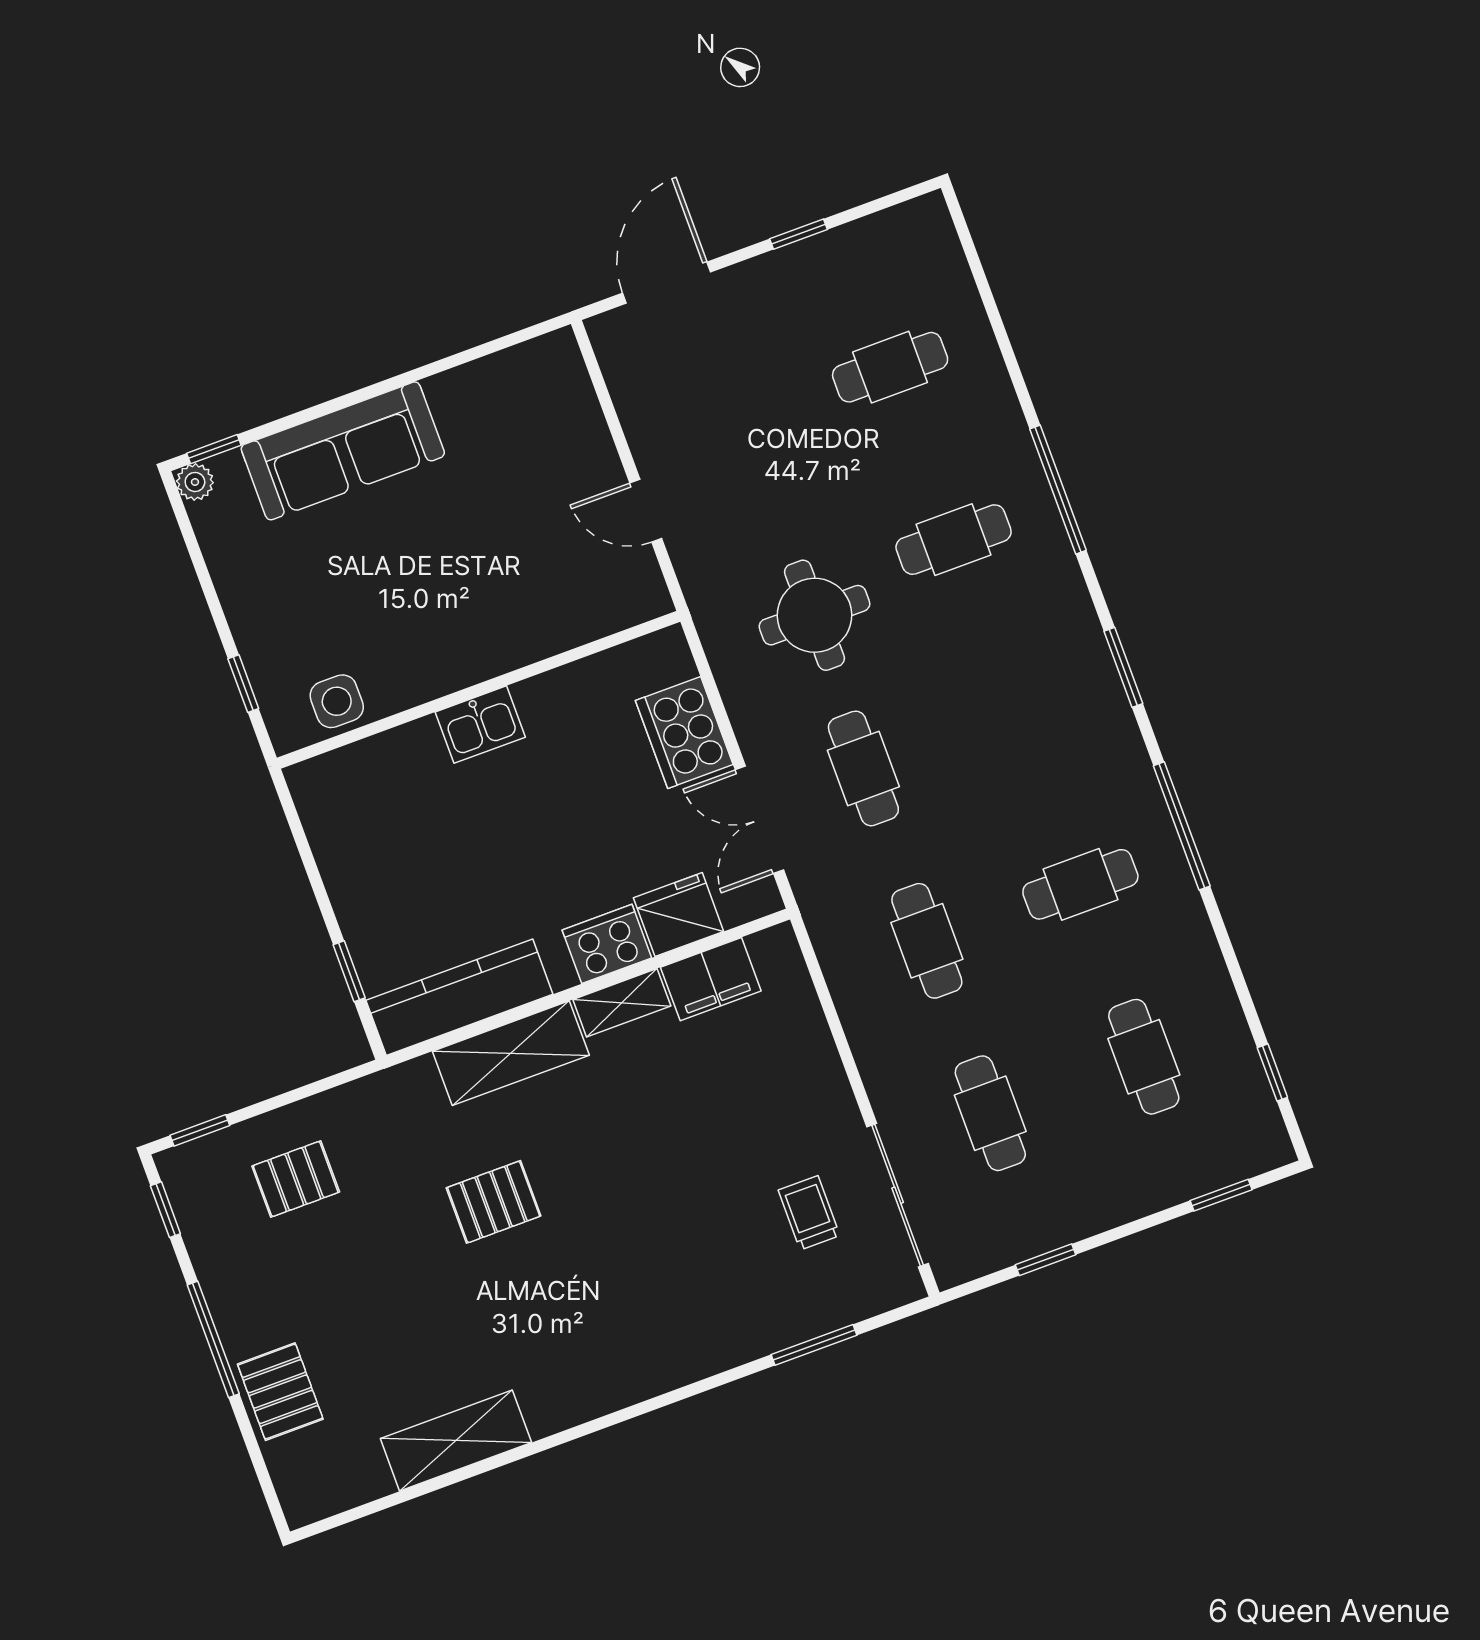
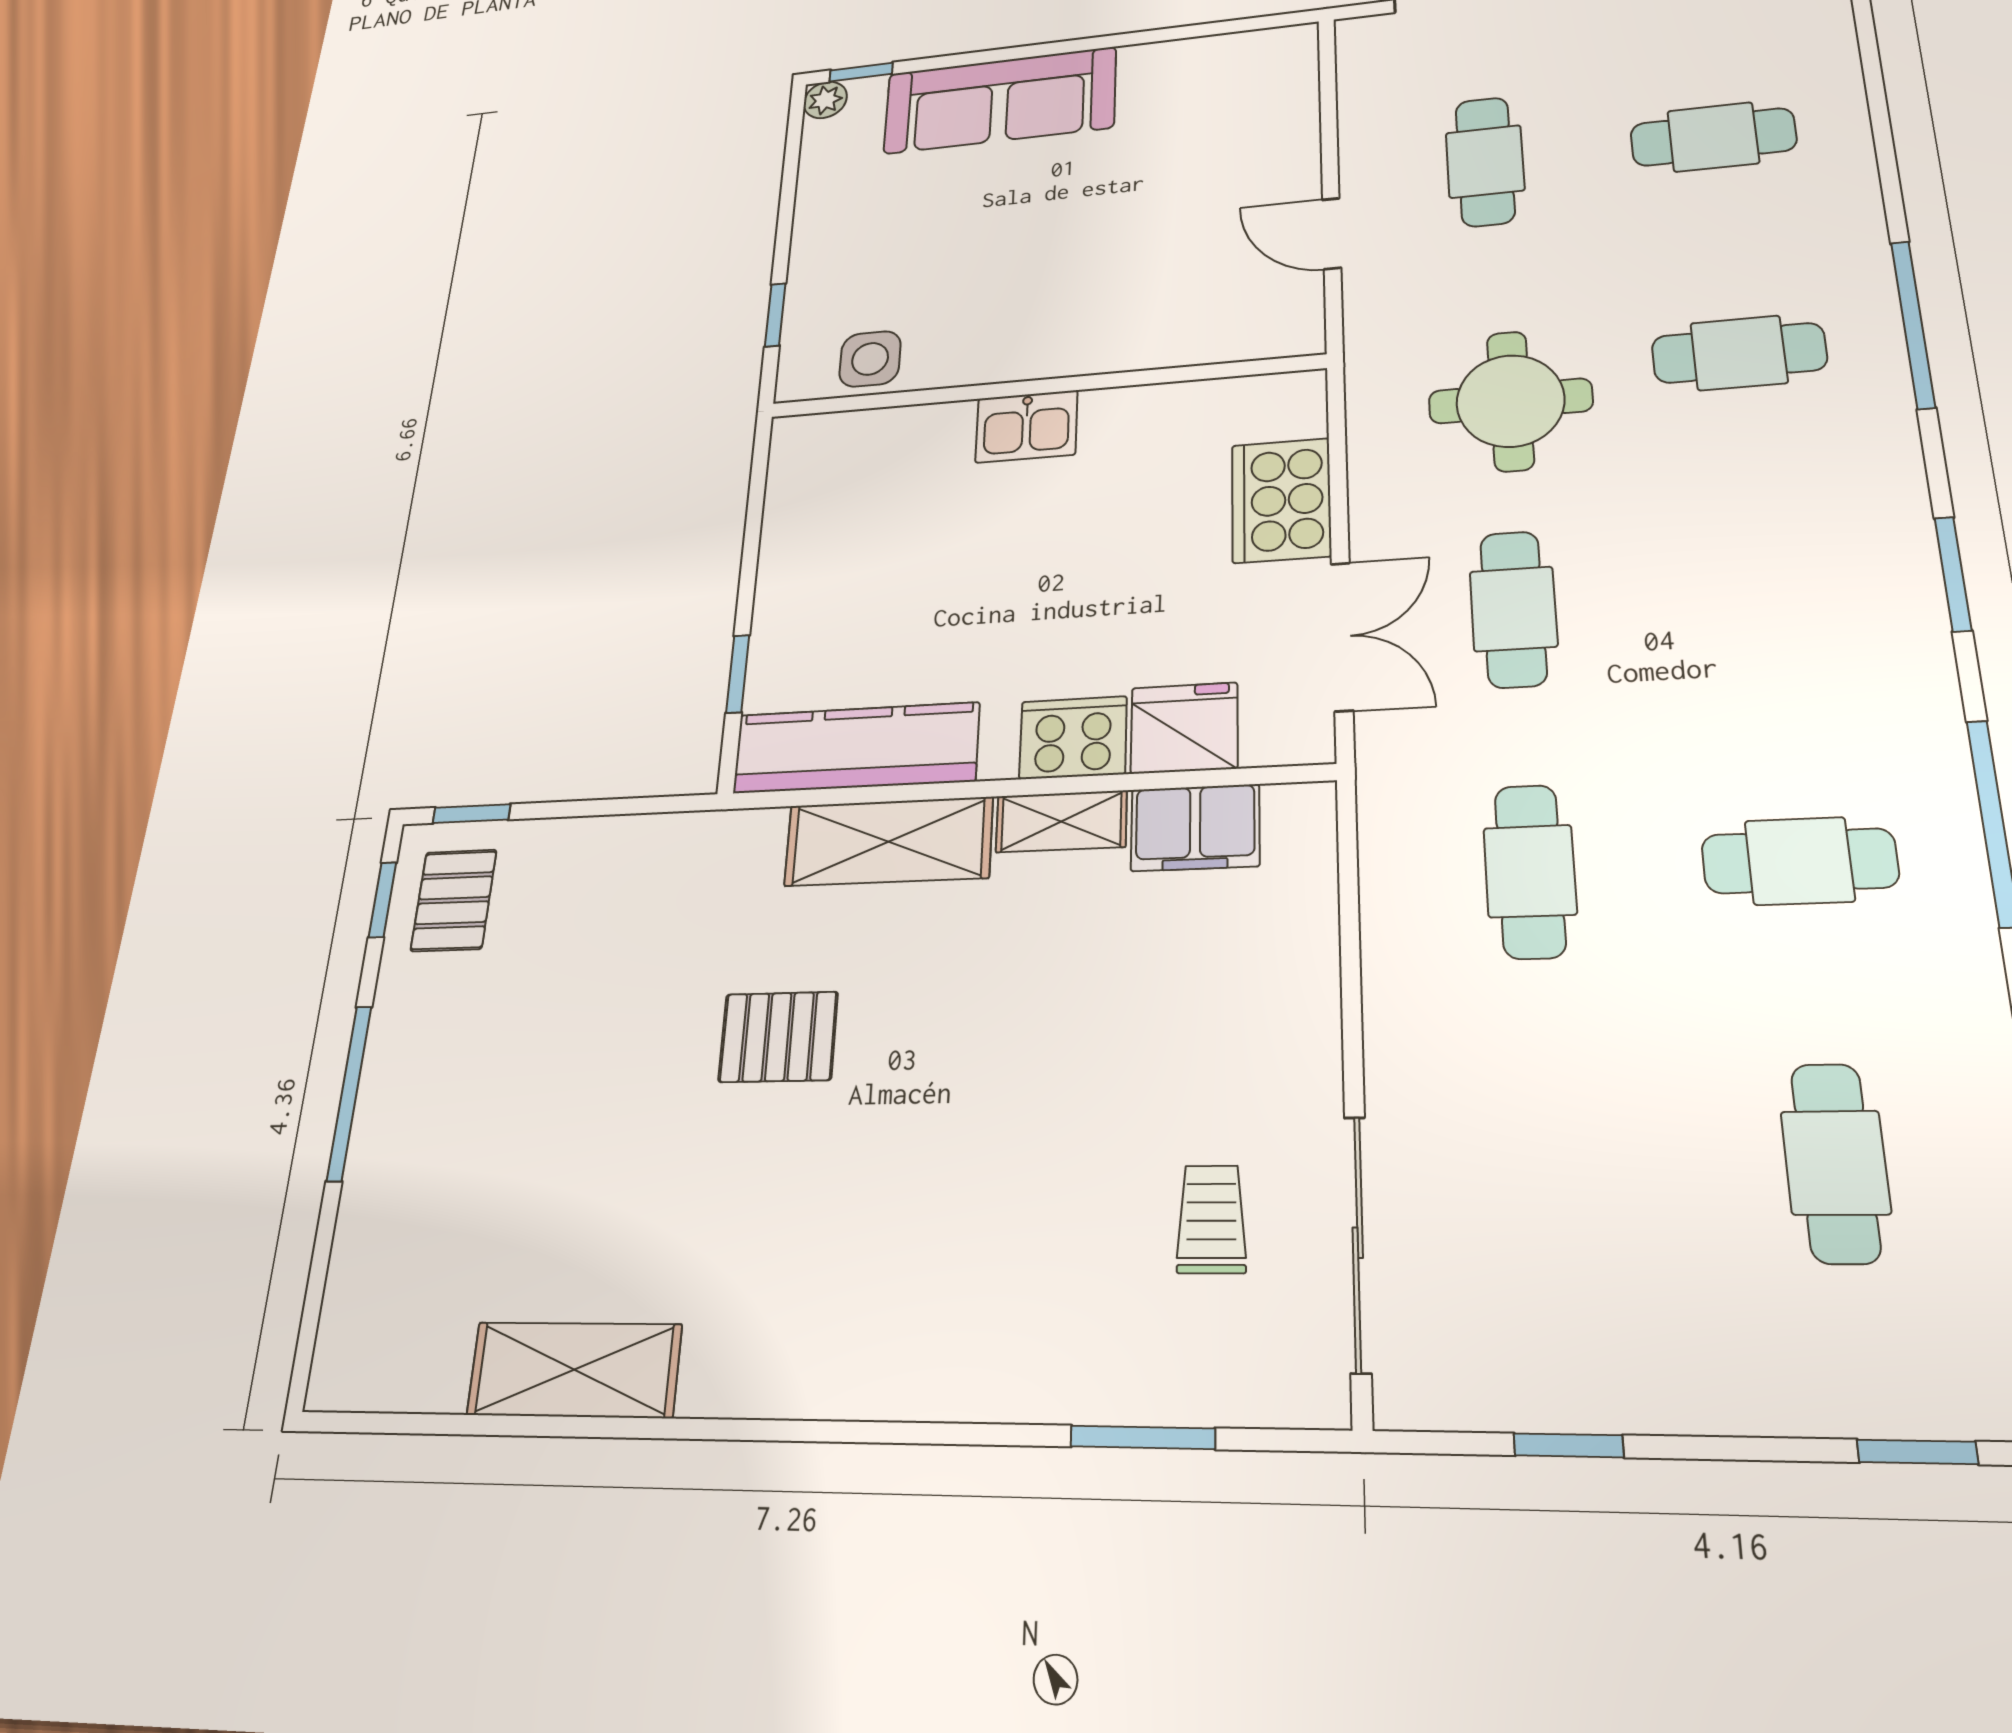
double door: (759, 820) -> (1342, 636), swing flipped
cafe table: (990, 1113) -> (1485, 162), moved
pallet: (296, 1179) -> (454, 900), moved, turned 90
pallet: (280, 1392) -> (391, 1199), removed

